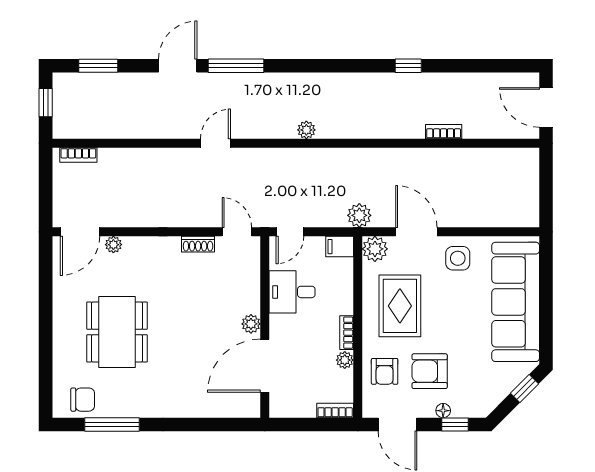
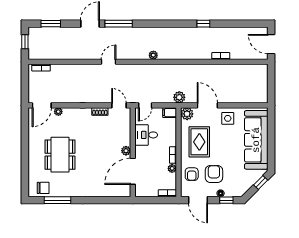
armchair: (430, 371) -> (214, 174), turned 90

